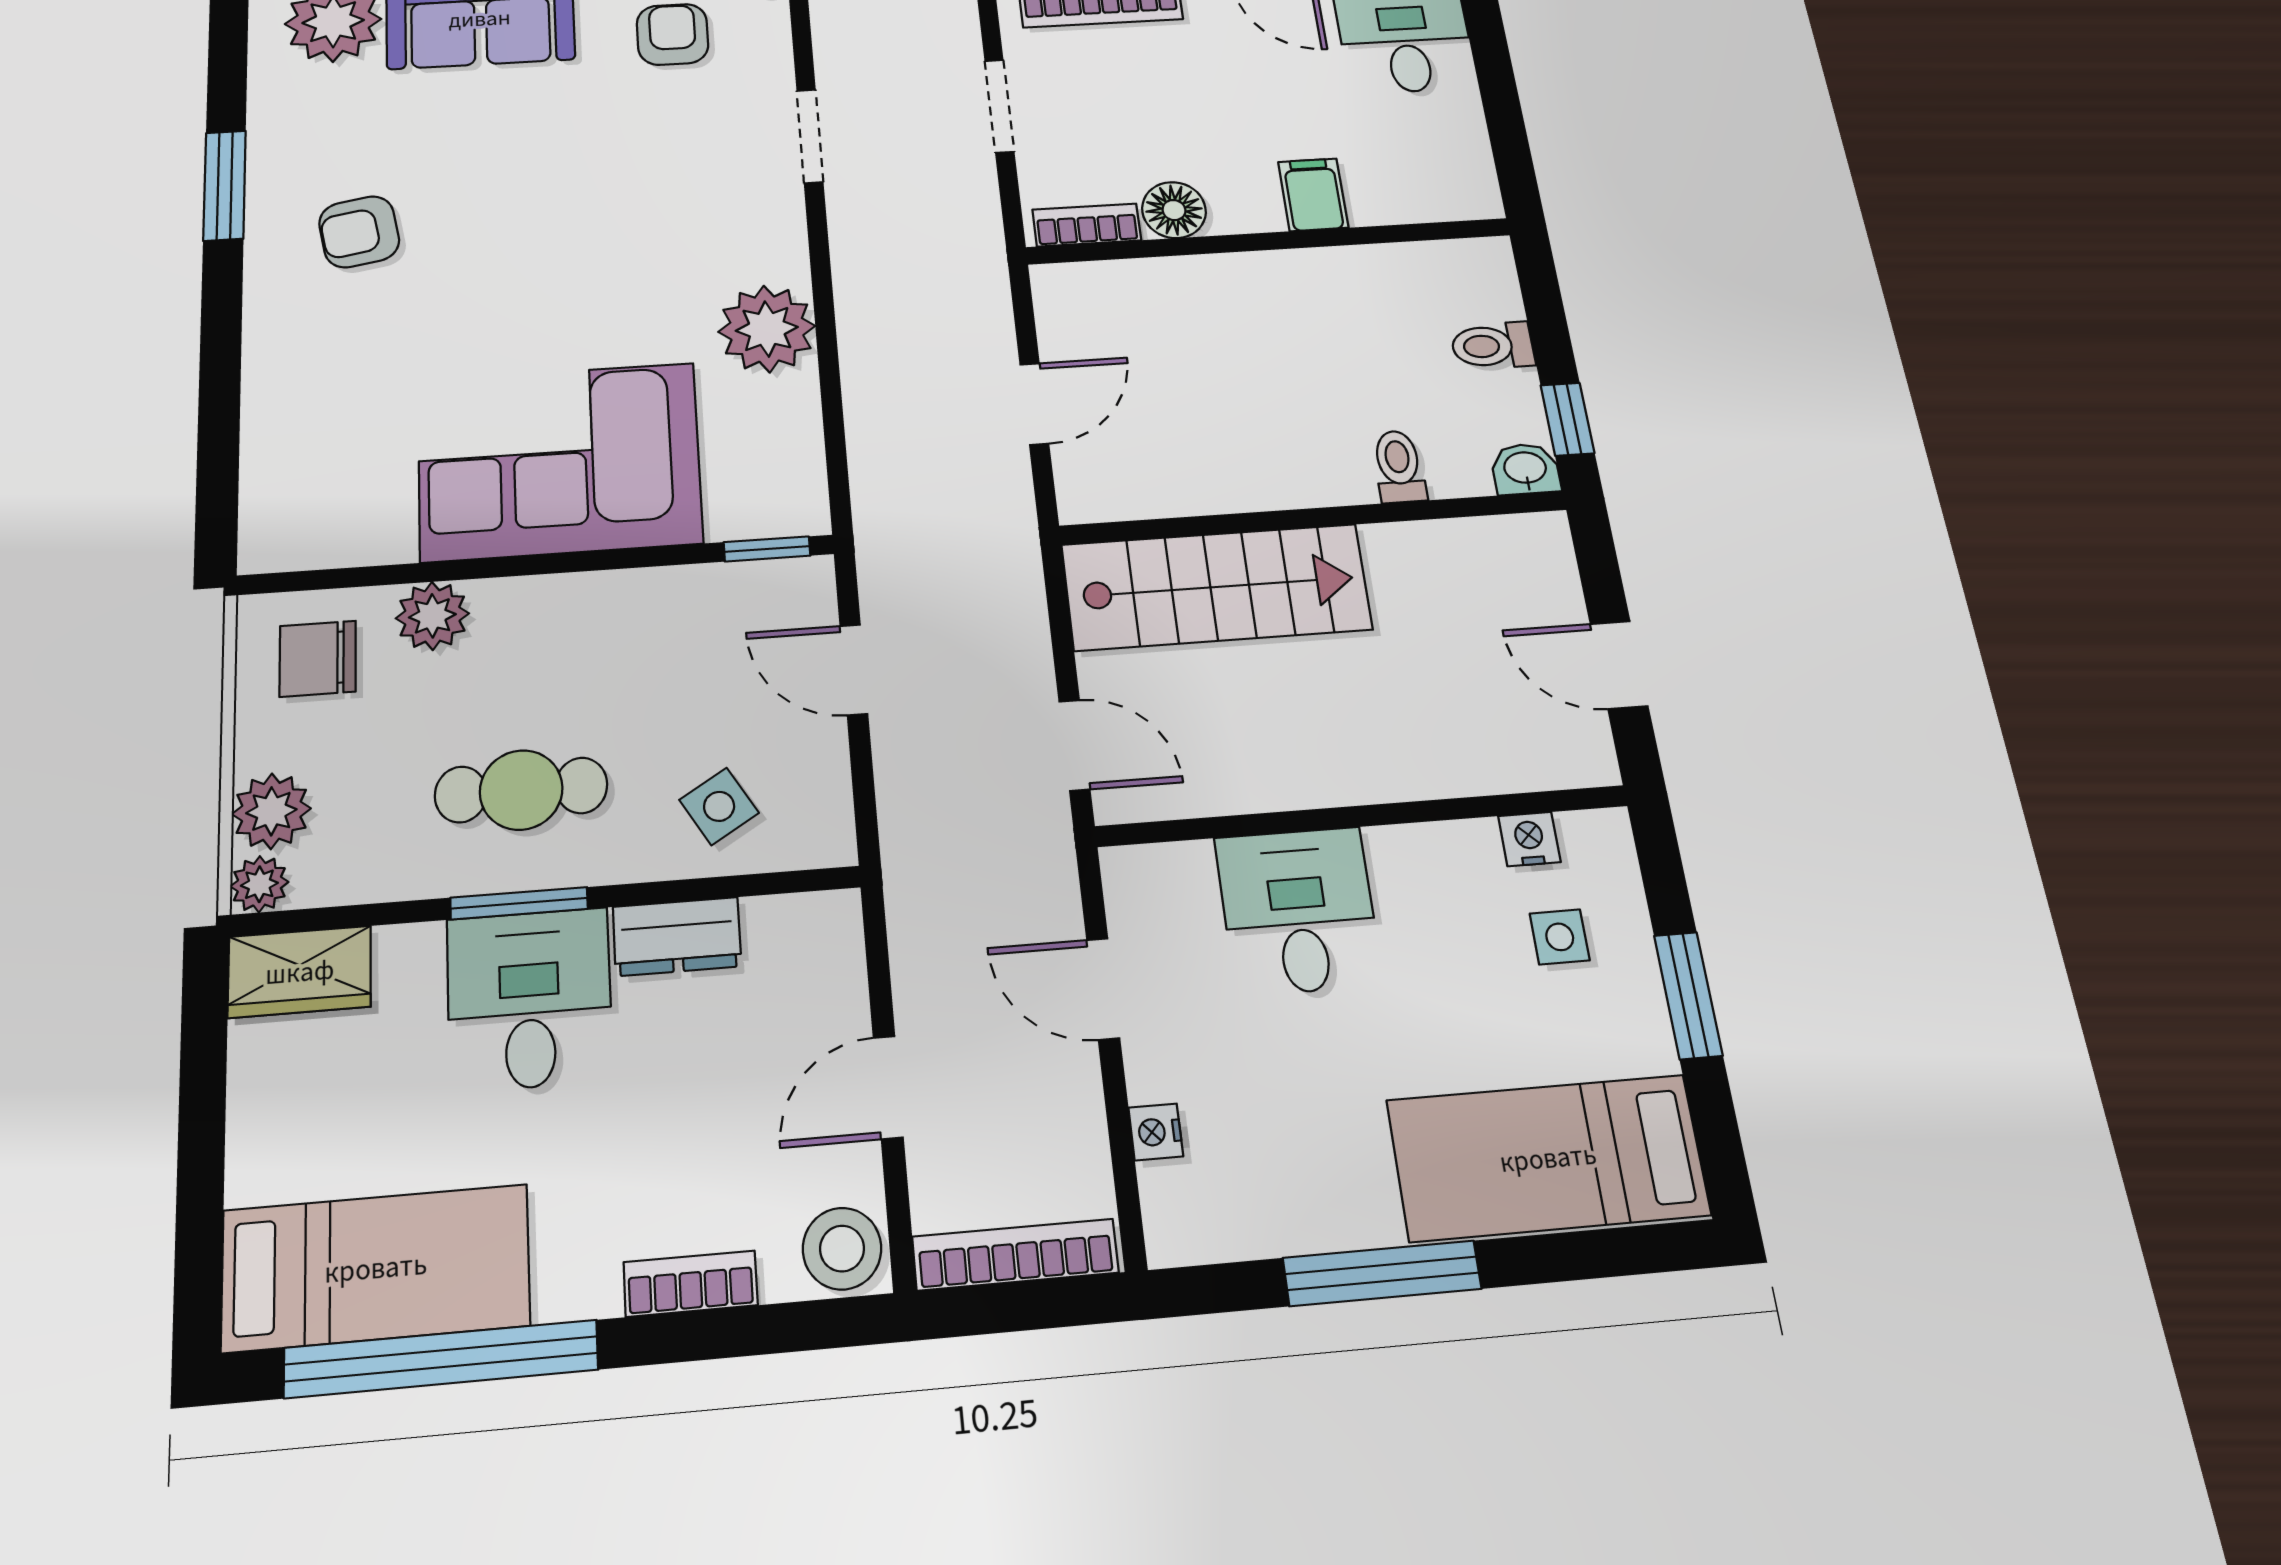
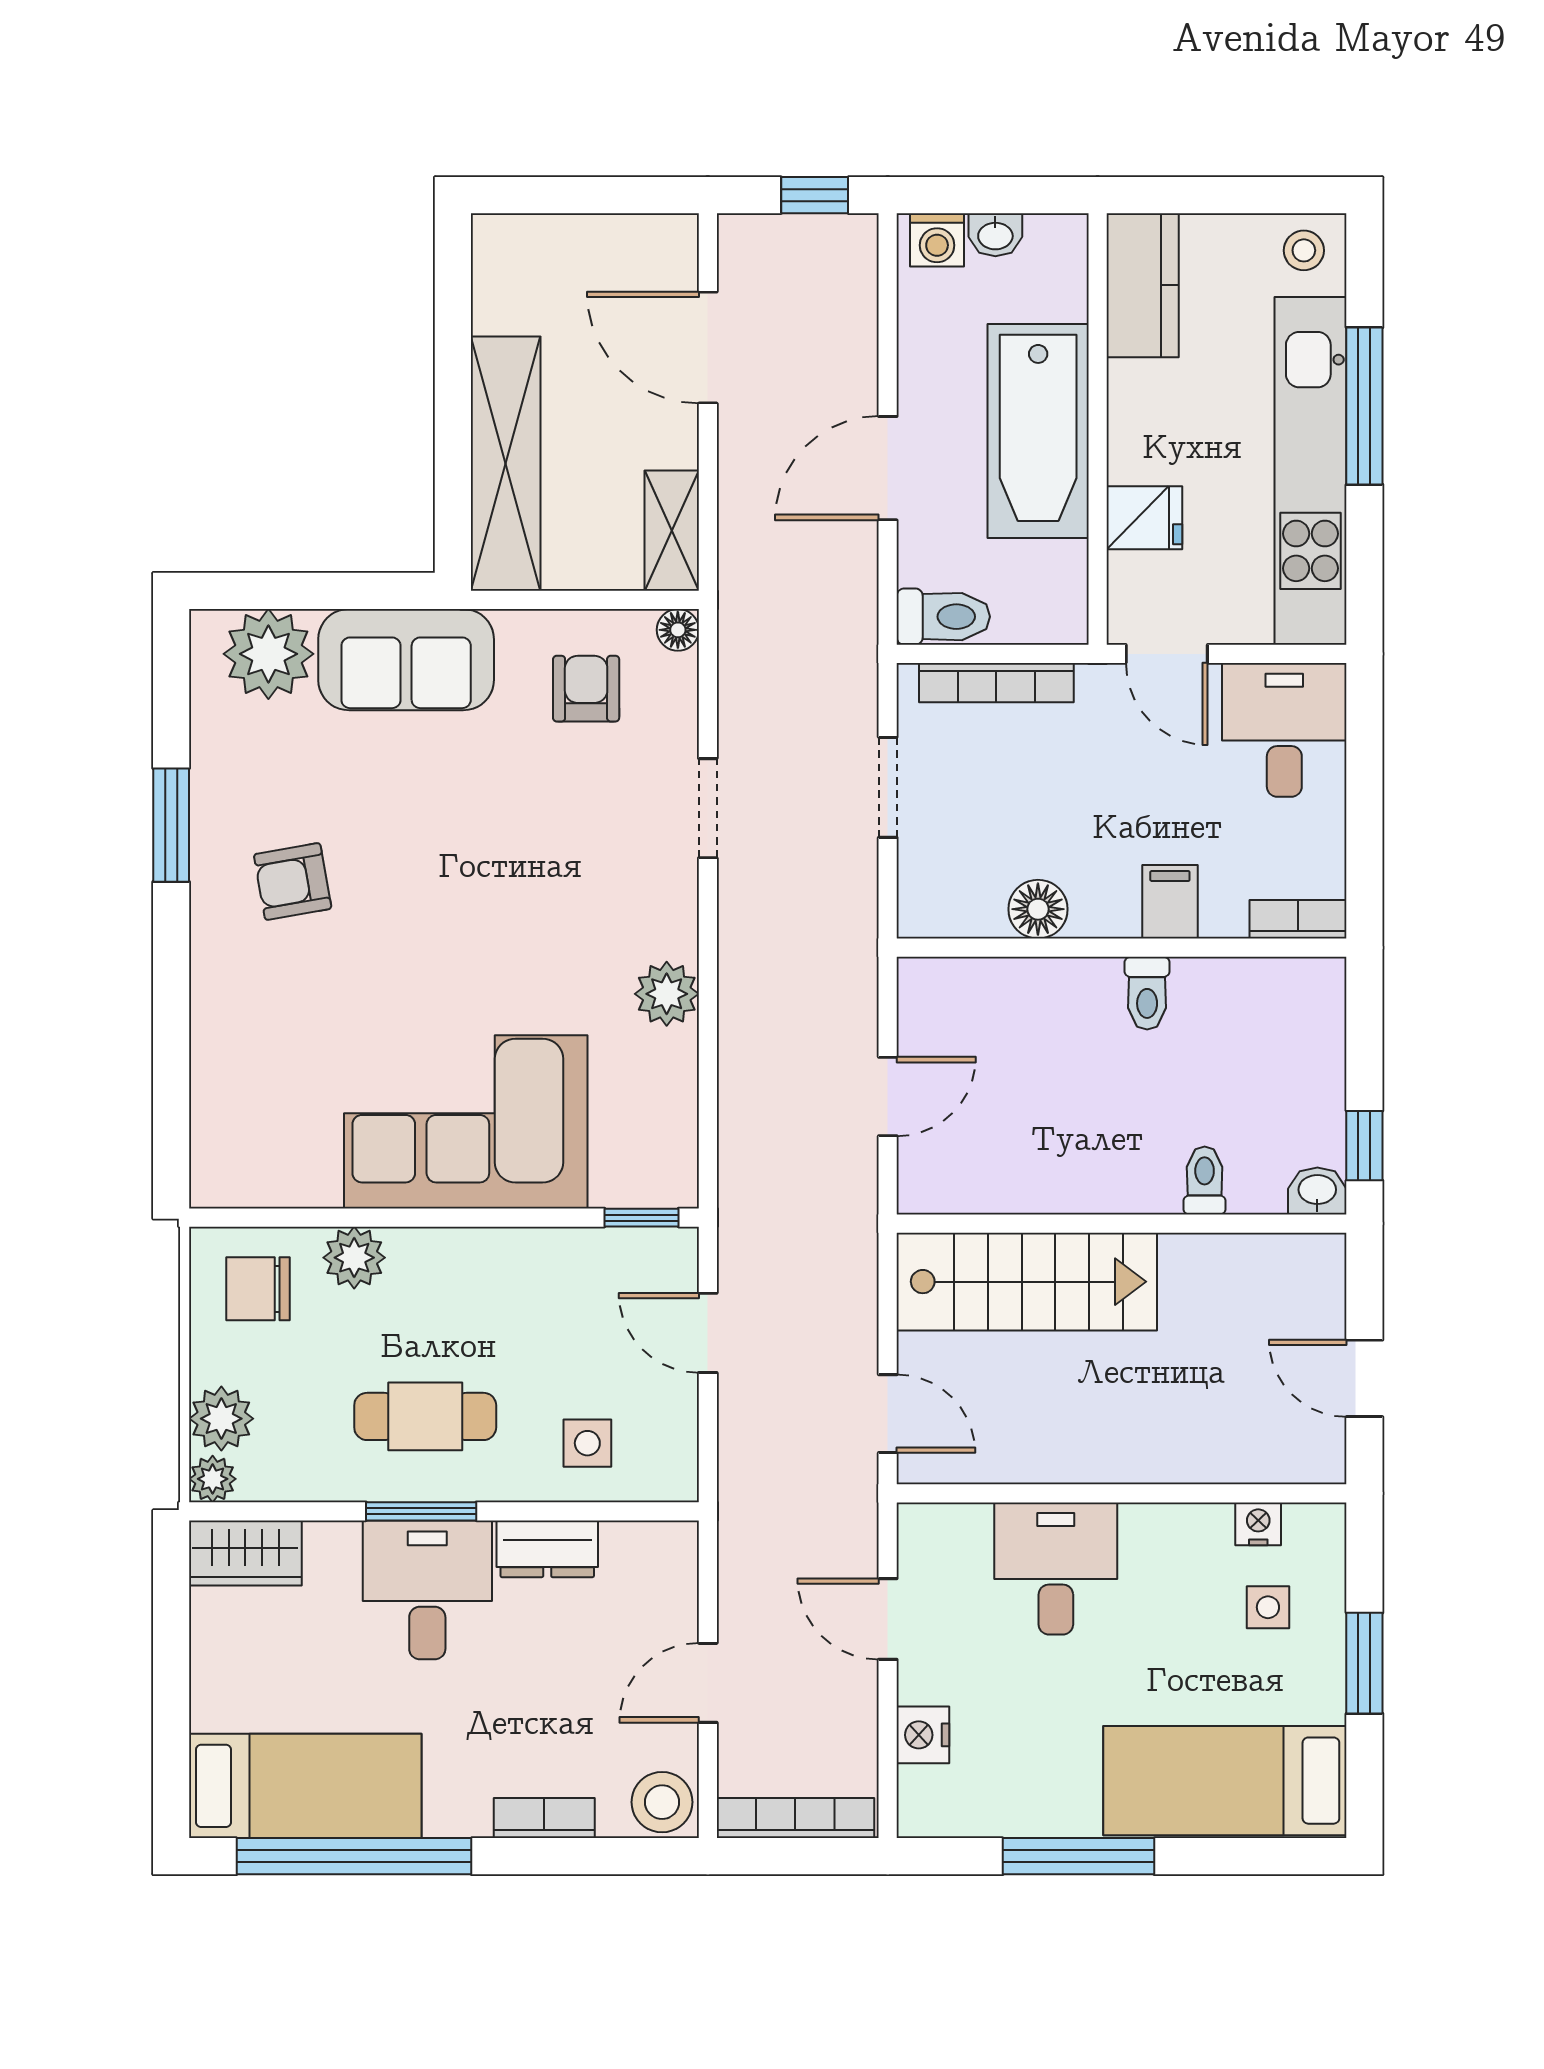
bookcase: (1087, 225) -> (1298, 919), moved
plant: (767, 329) -> (667, 994), width x0.73, depth x0.73
toilet: (1493, 346) -> (1147, 993), moved, turned -90
side table: (719, 806) -> (587, 1443), turned 31
nightstand: (1156, 1132) -> (923, 1735), width x1.39, depth x1.35

